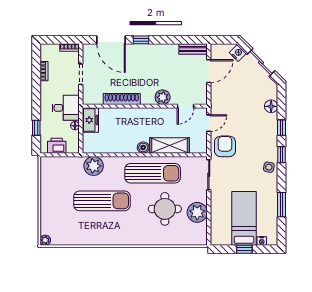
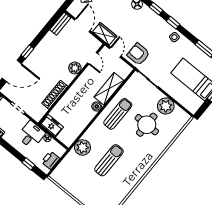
wardrobe: (218, 99) -> (105, 34), added
sun lounger: (153, 173) -> (118, 114), width x0.73, depth x0.75
sun lounger: (102, 201) -> (109, 160), width x0.73, depth x0.75

